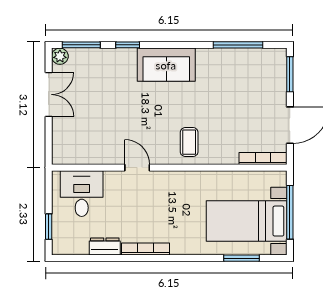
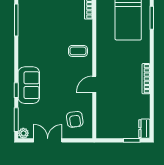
sofa: (166, 65) -> (29, 85), moved
armchair: (82, 137) -> (75, 119), added
desk: (82, 194) -> (111, 119), removed
dresser: (105, 246) -> (144, 129), moved

